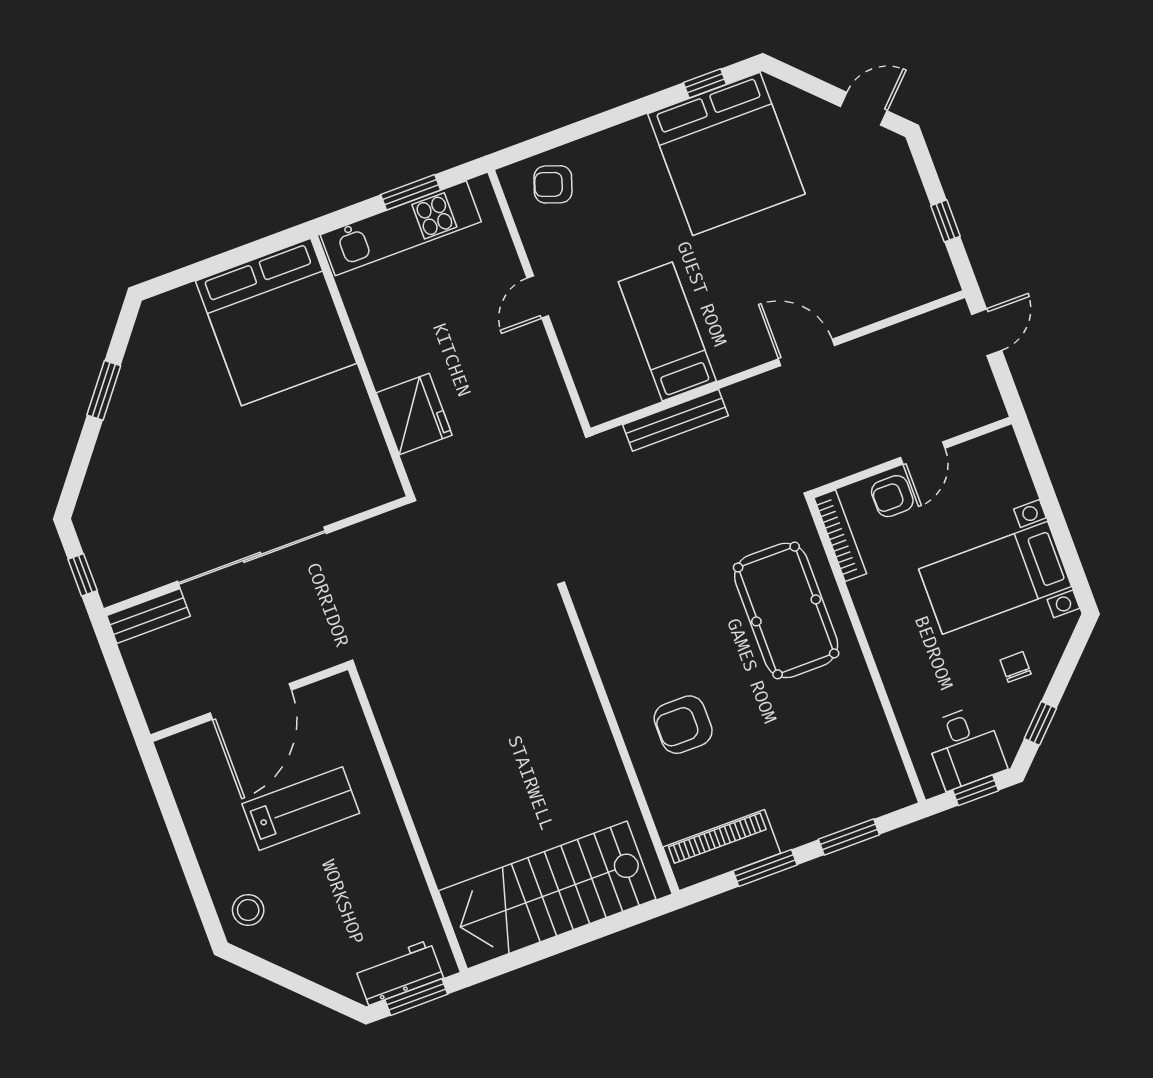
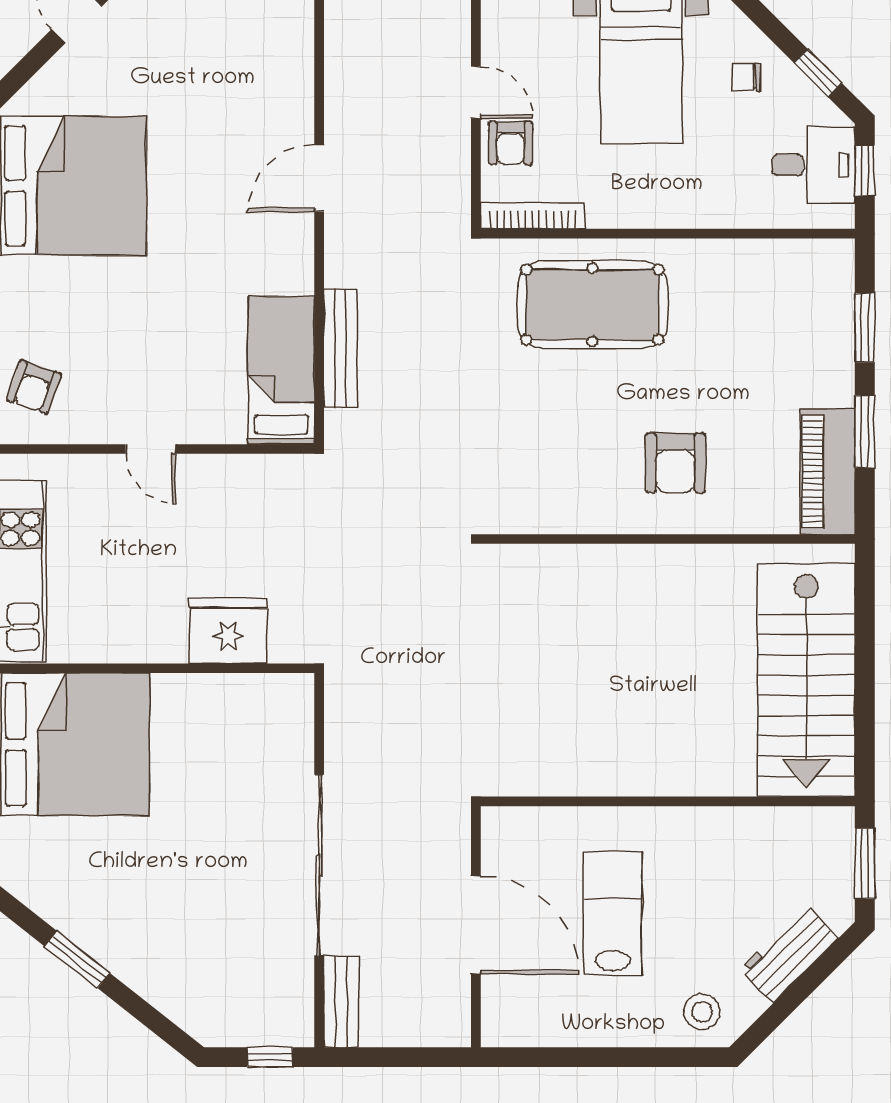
bed: (667, 332) -> (281, 370), moved, turned 90
workbench: (399, 973) -> (789, 954), moved, turned 45

